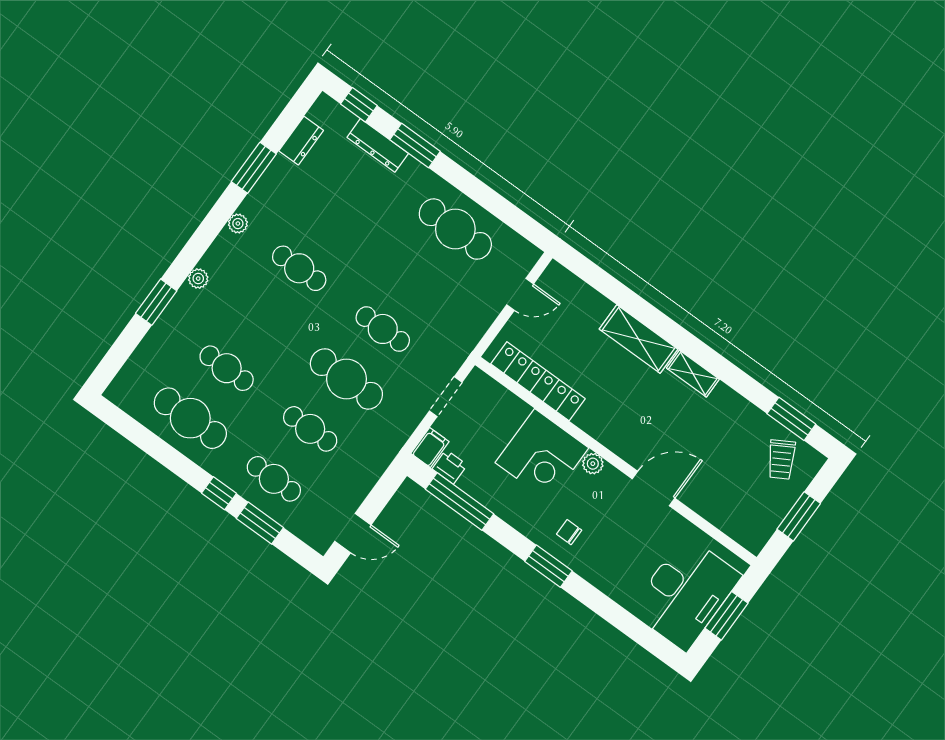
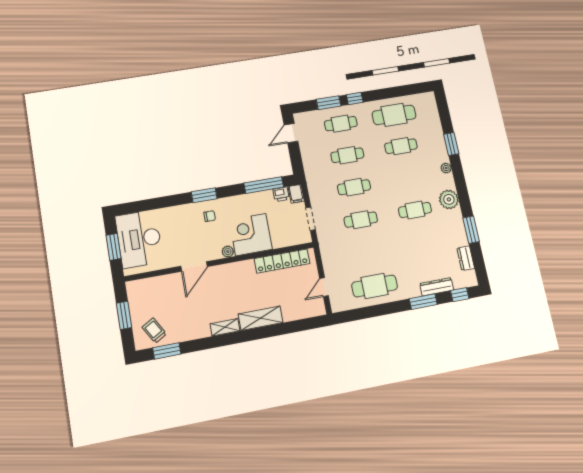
plant: (238, 224) -> (449, 199), width x1.87, depth x1.87
cafe table: (346, 379) -> (354, 187), width x0.73, depth x0.74

